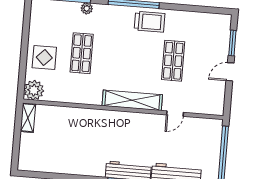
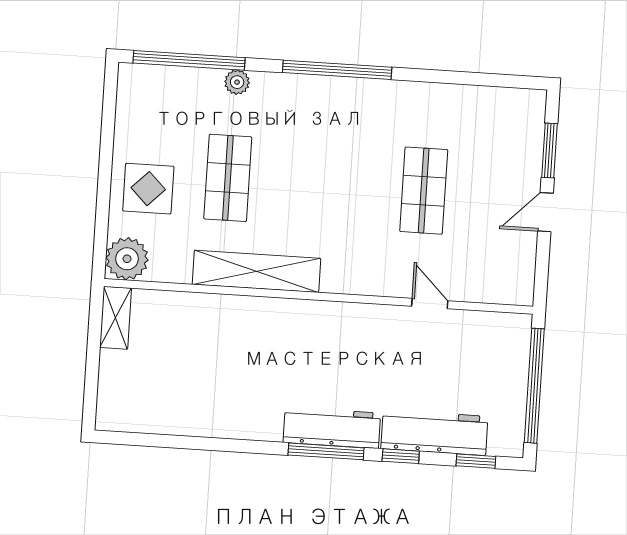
trolley: (149, 22) -> (372, 108), removed
shelving: (132, 100) -> (256, 271), moved
door: (175, 114) -> (430, 304), swing flipped

